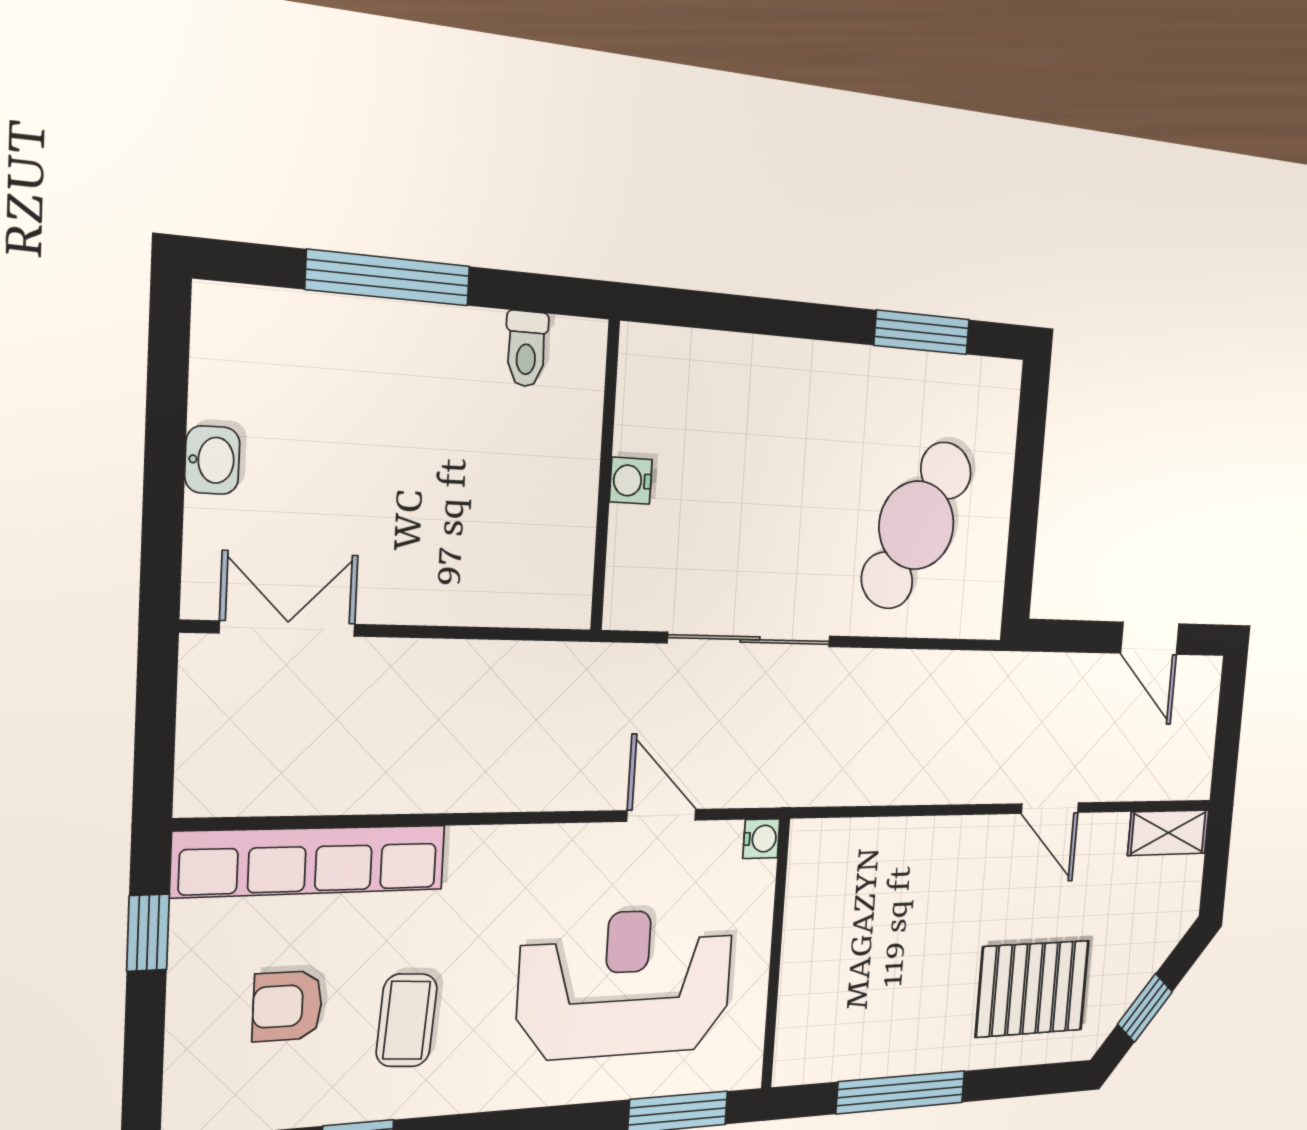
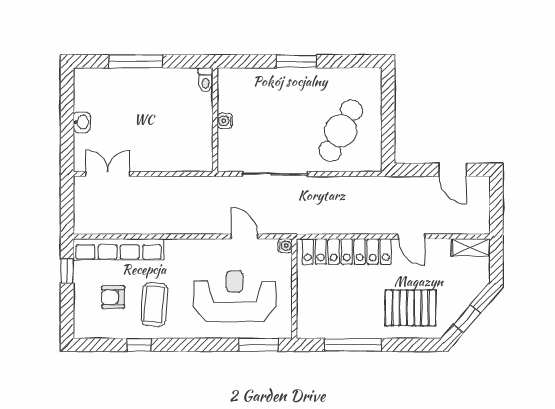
window: (922, 332) -> (296, 61), moved
toilet: (526, 349) -> (206, 80), moved
locker: (905, 850) -> (347, 251), added
coffee table: (407, 1020) -> (154, 305), width x1.36, depth x1.30

